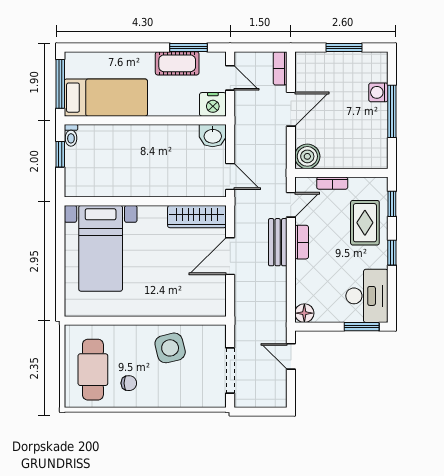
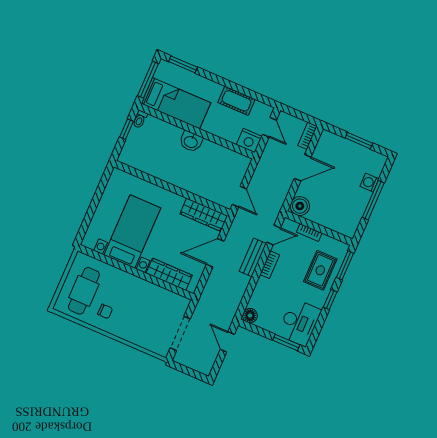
window: (188, 47) -> (183, 64), moved
washbasin: (213, 136) -> (191, 142), moved
window: (392, 204) -> (345, 265), width x1.50
bed with nightstands: (101, 248) -> (132, 231), moved, turned 180
wardrobe: (186, 306) -> (169, 274), added
side table: (170, 348) -> (145, 299), removed

